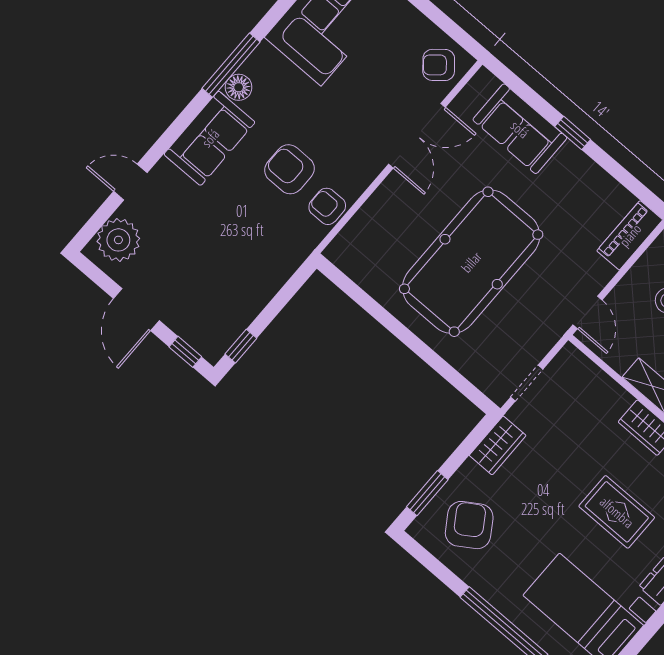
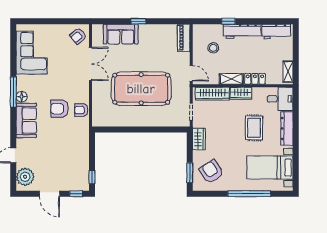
pool table: (471, 262) -> (141, 89), turned 90
wardrobe: (594, 383) -> (212, 94), added
rug: (617, 512) -> (254, 128), turned 90

